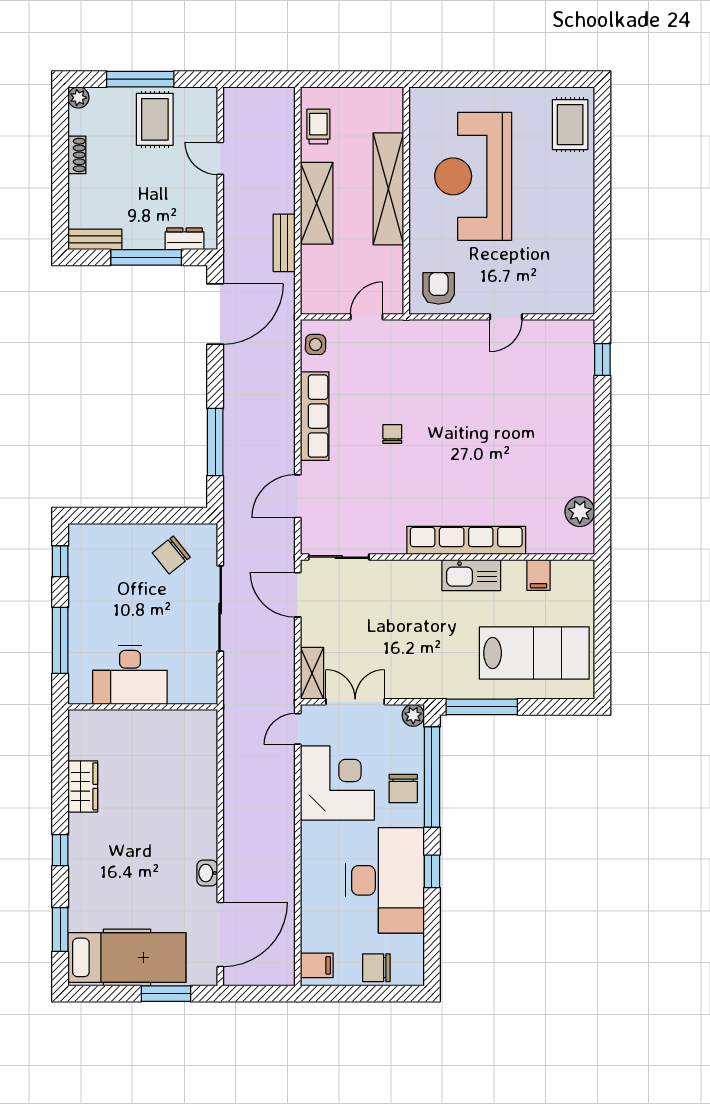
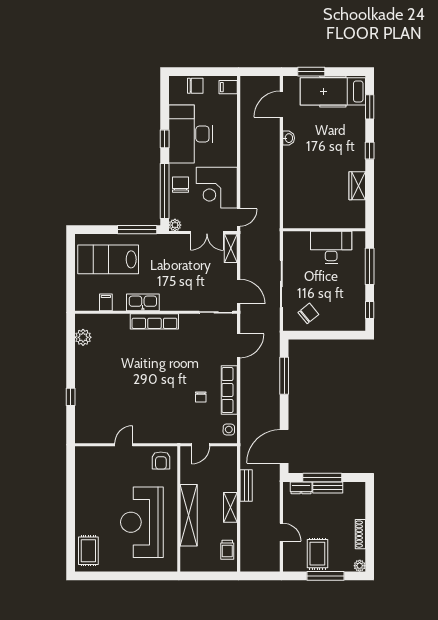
shoe rack: (77, 155) -> (360, 534), width x1.43
reception desk: (473, 176) -> (142, 522), turned 180
shelving: (317, 203) -> (230, 507), width x0.67, depth x0.75
bench: (95, 239) -> (328, 487), moved
window: (602, 360) -> (71, 397), moved
chair: (392, 434) -> (201, 397), moved
row of seats: (466, 540) -> (154, 321), width x0.73
door: (220, 935) -> (281, 104), width x0.73

